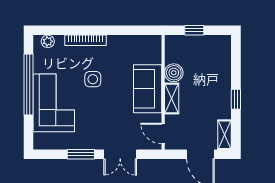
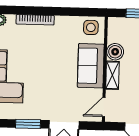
side table: (93, 79) -> (91, 27), moved
door: (163, 133) -> (104, 107), hinge flipped

